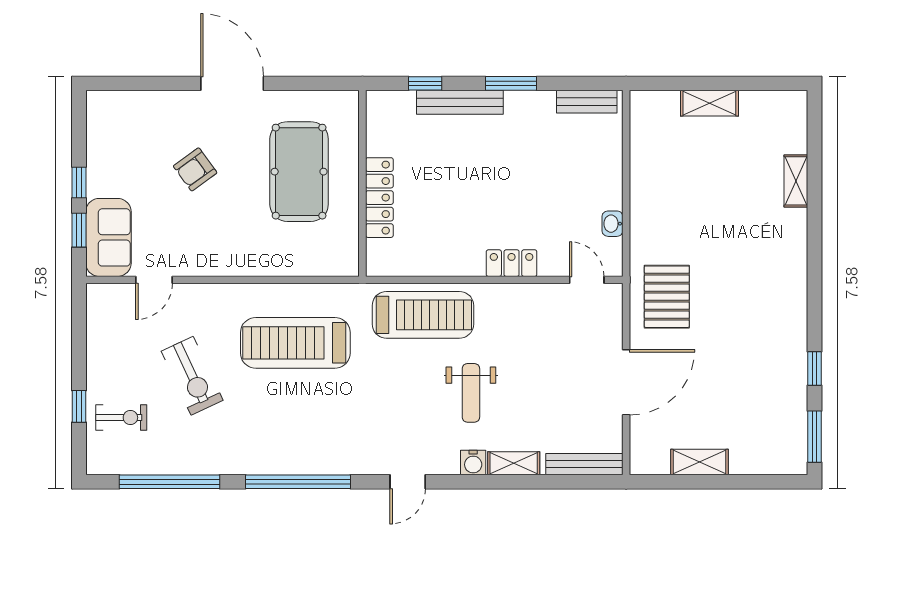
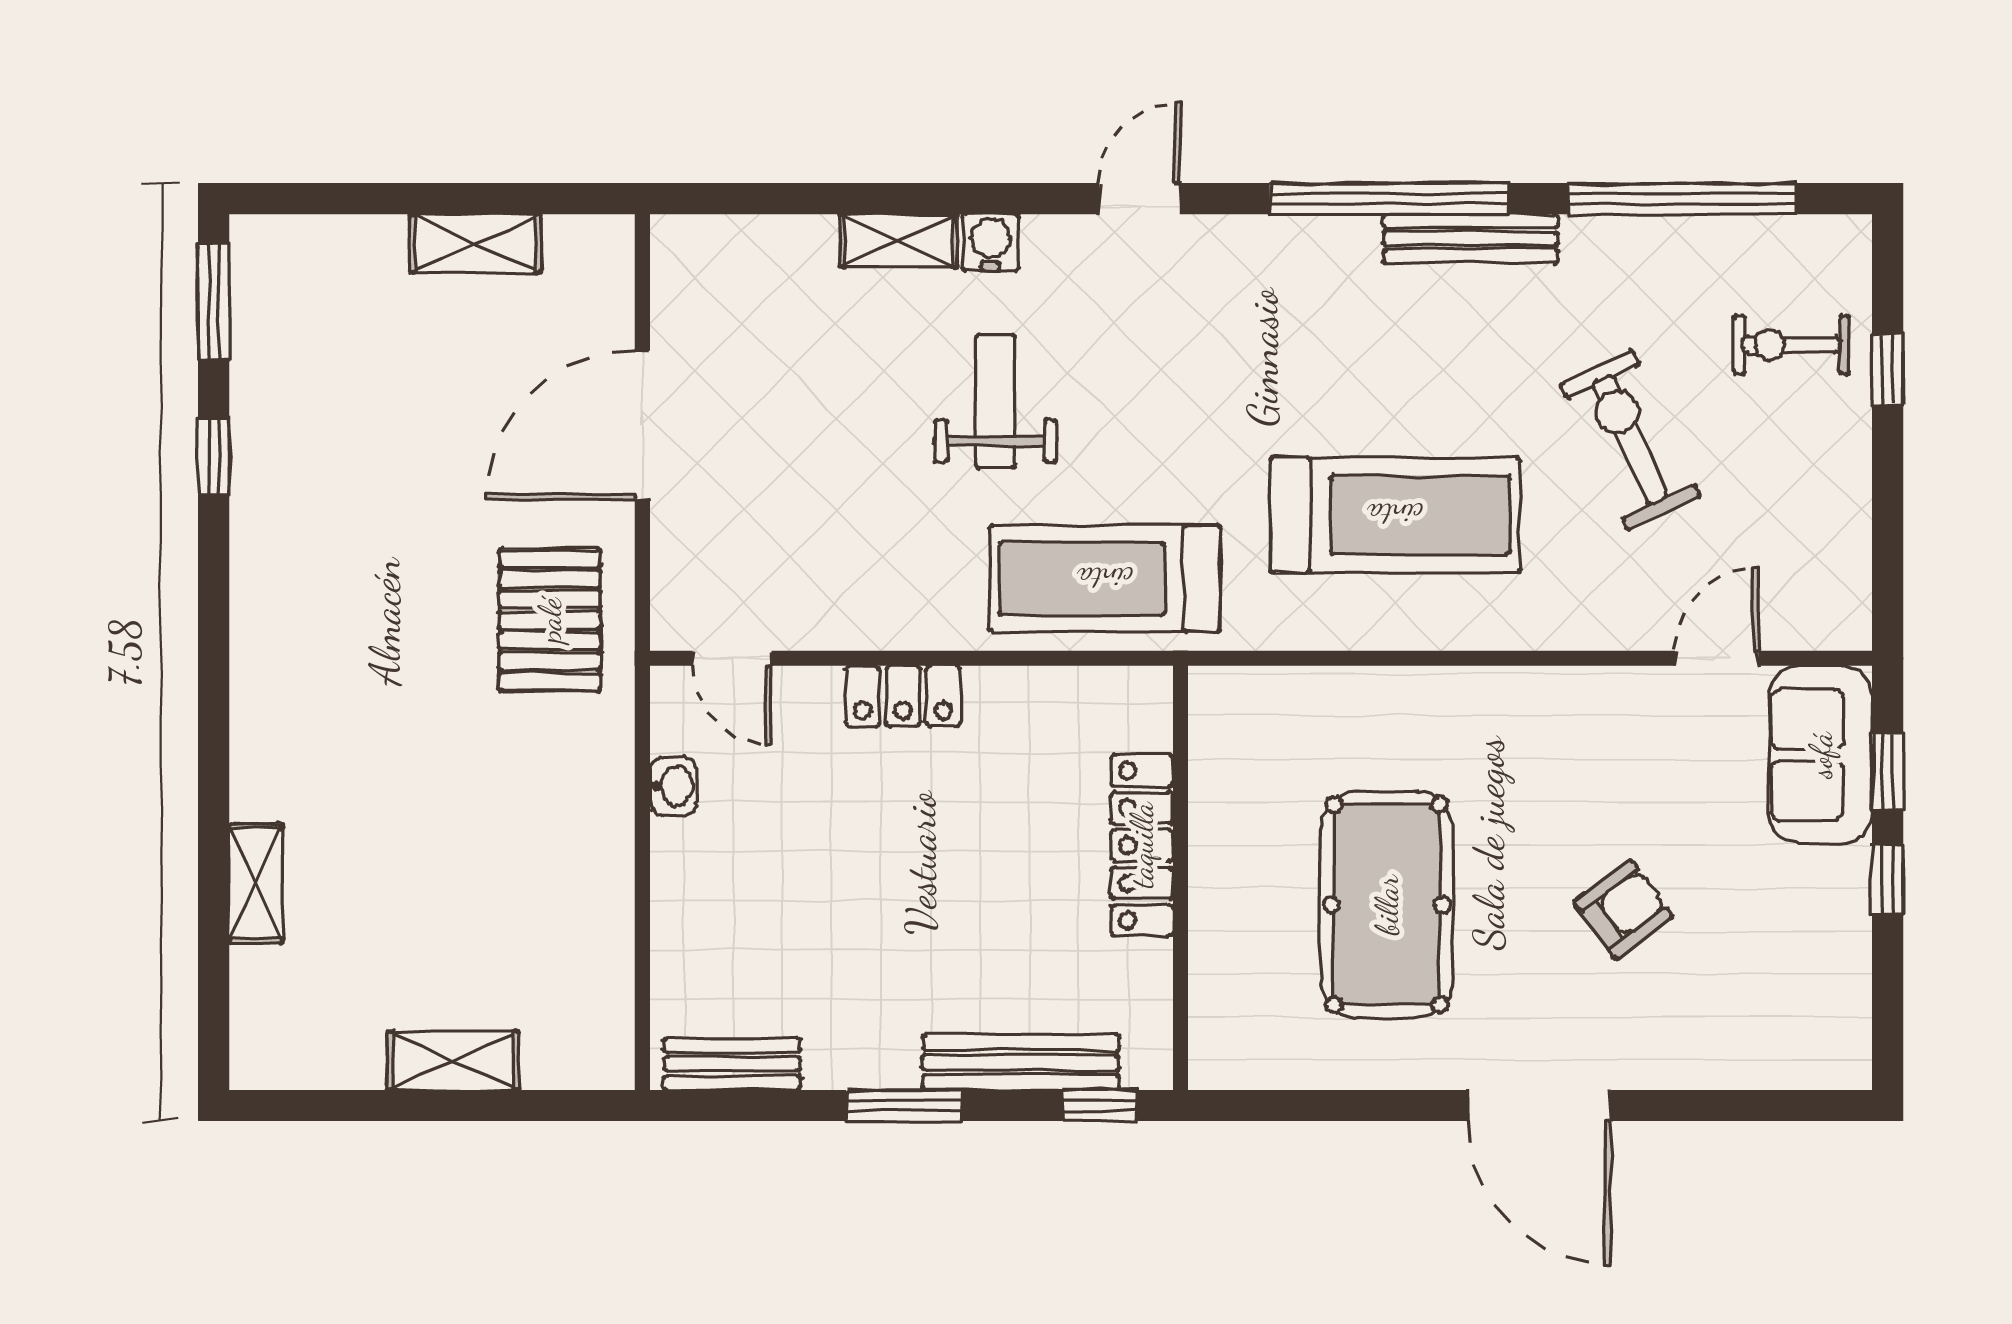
wall: (362, 183) -> (1181, 878), moved
locker: (379, 198) -> (1142, 845), moved
bench: (584, 464) -> (1471, 239), moved

